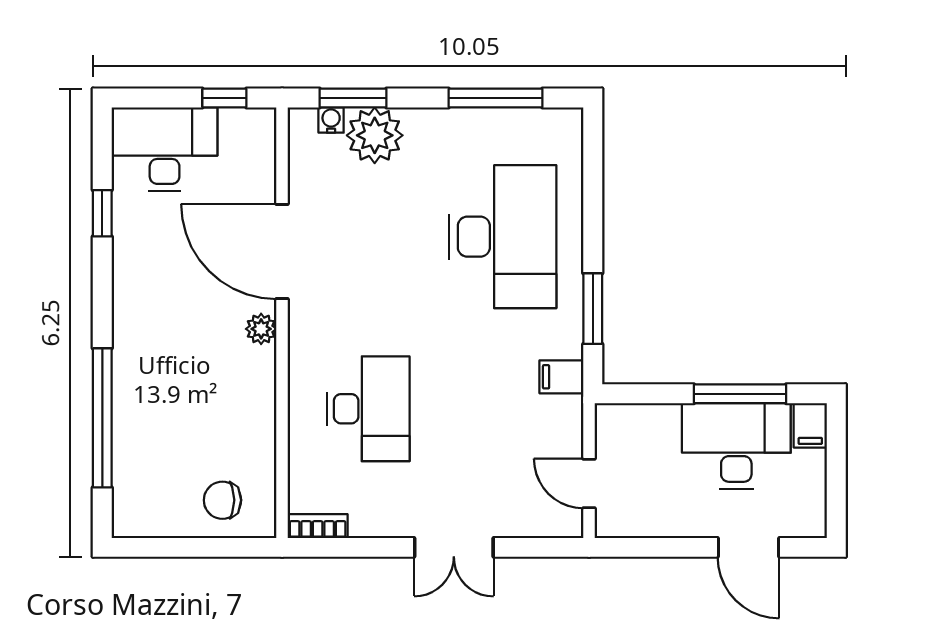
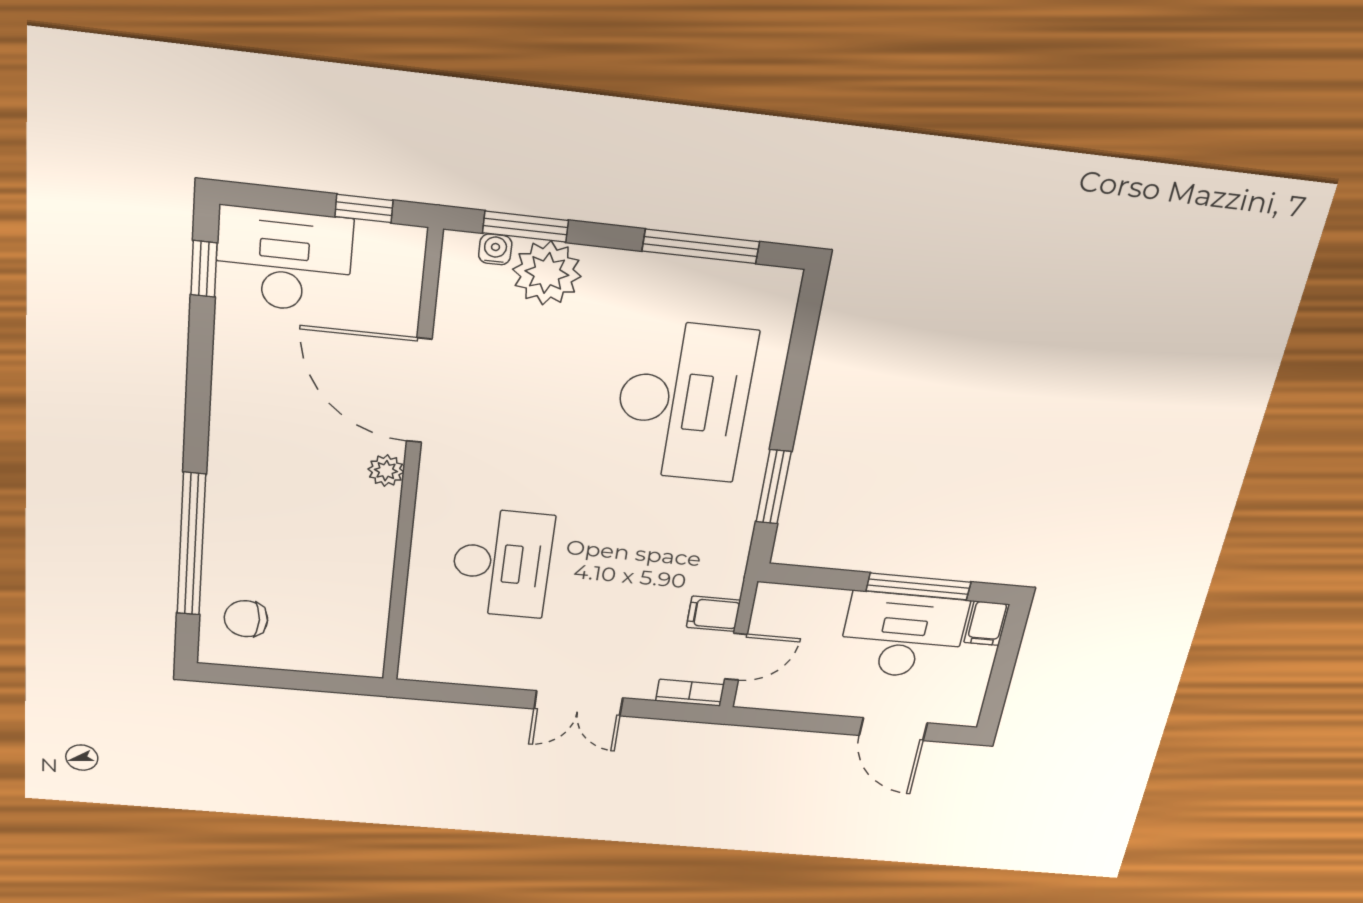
window: (102, 213) -> (204, 269), moved
filing cabinet: (561, 377) -> (713, 614), moved
door: (589, 484) -> (736, 657), swing flipped
chair: (222, 500) -> (246, 619), moved
bookcase: (318, 526) -> (690, 693), moved

